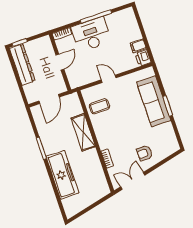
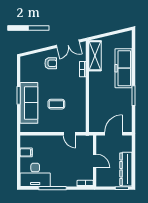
desk: (91, 34) -> (35, 175), moved
printer: (143, 58) -> (26, 141), removed
door: (60, 62) -> (95, 161), swing flipped
door: (109, 79) -> (69, 134), moved
coffee table: (99, 106) -> (56, 104), moved
shelving: (83, 132) -> (95, 56), moved

